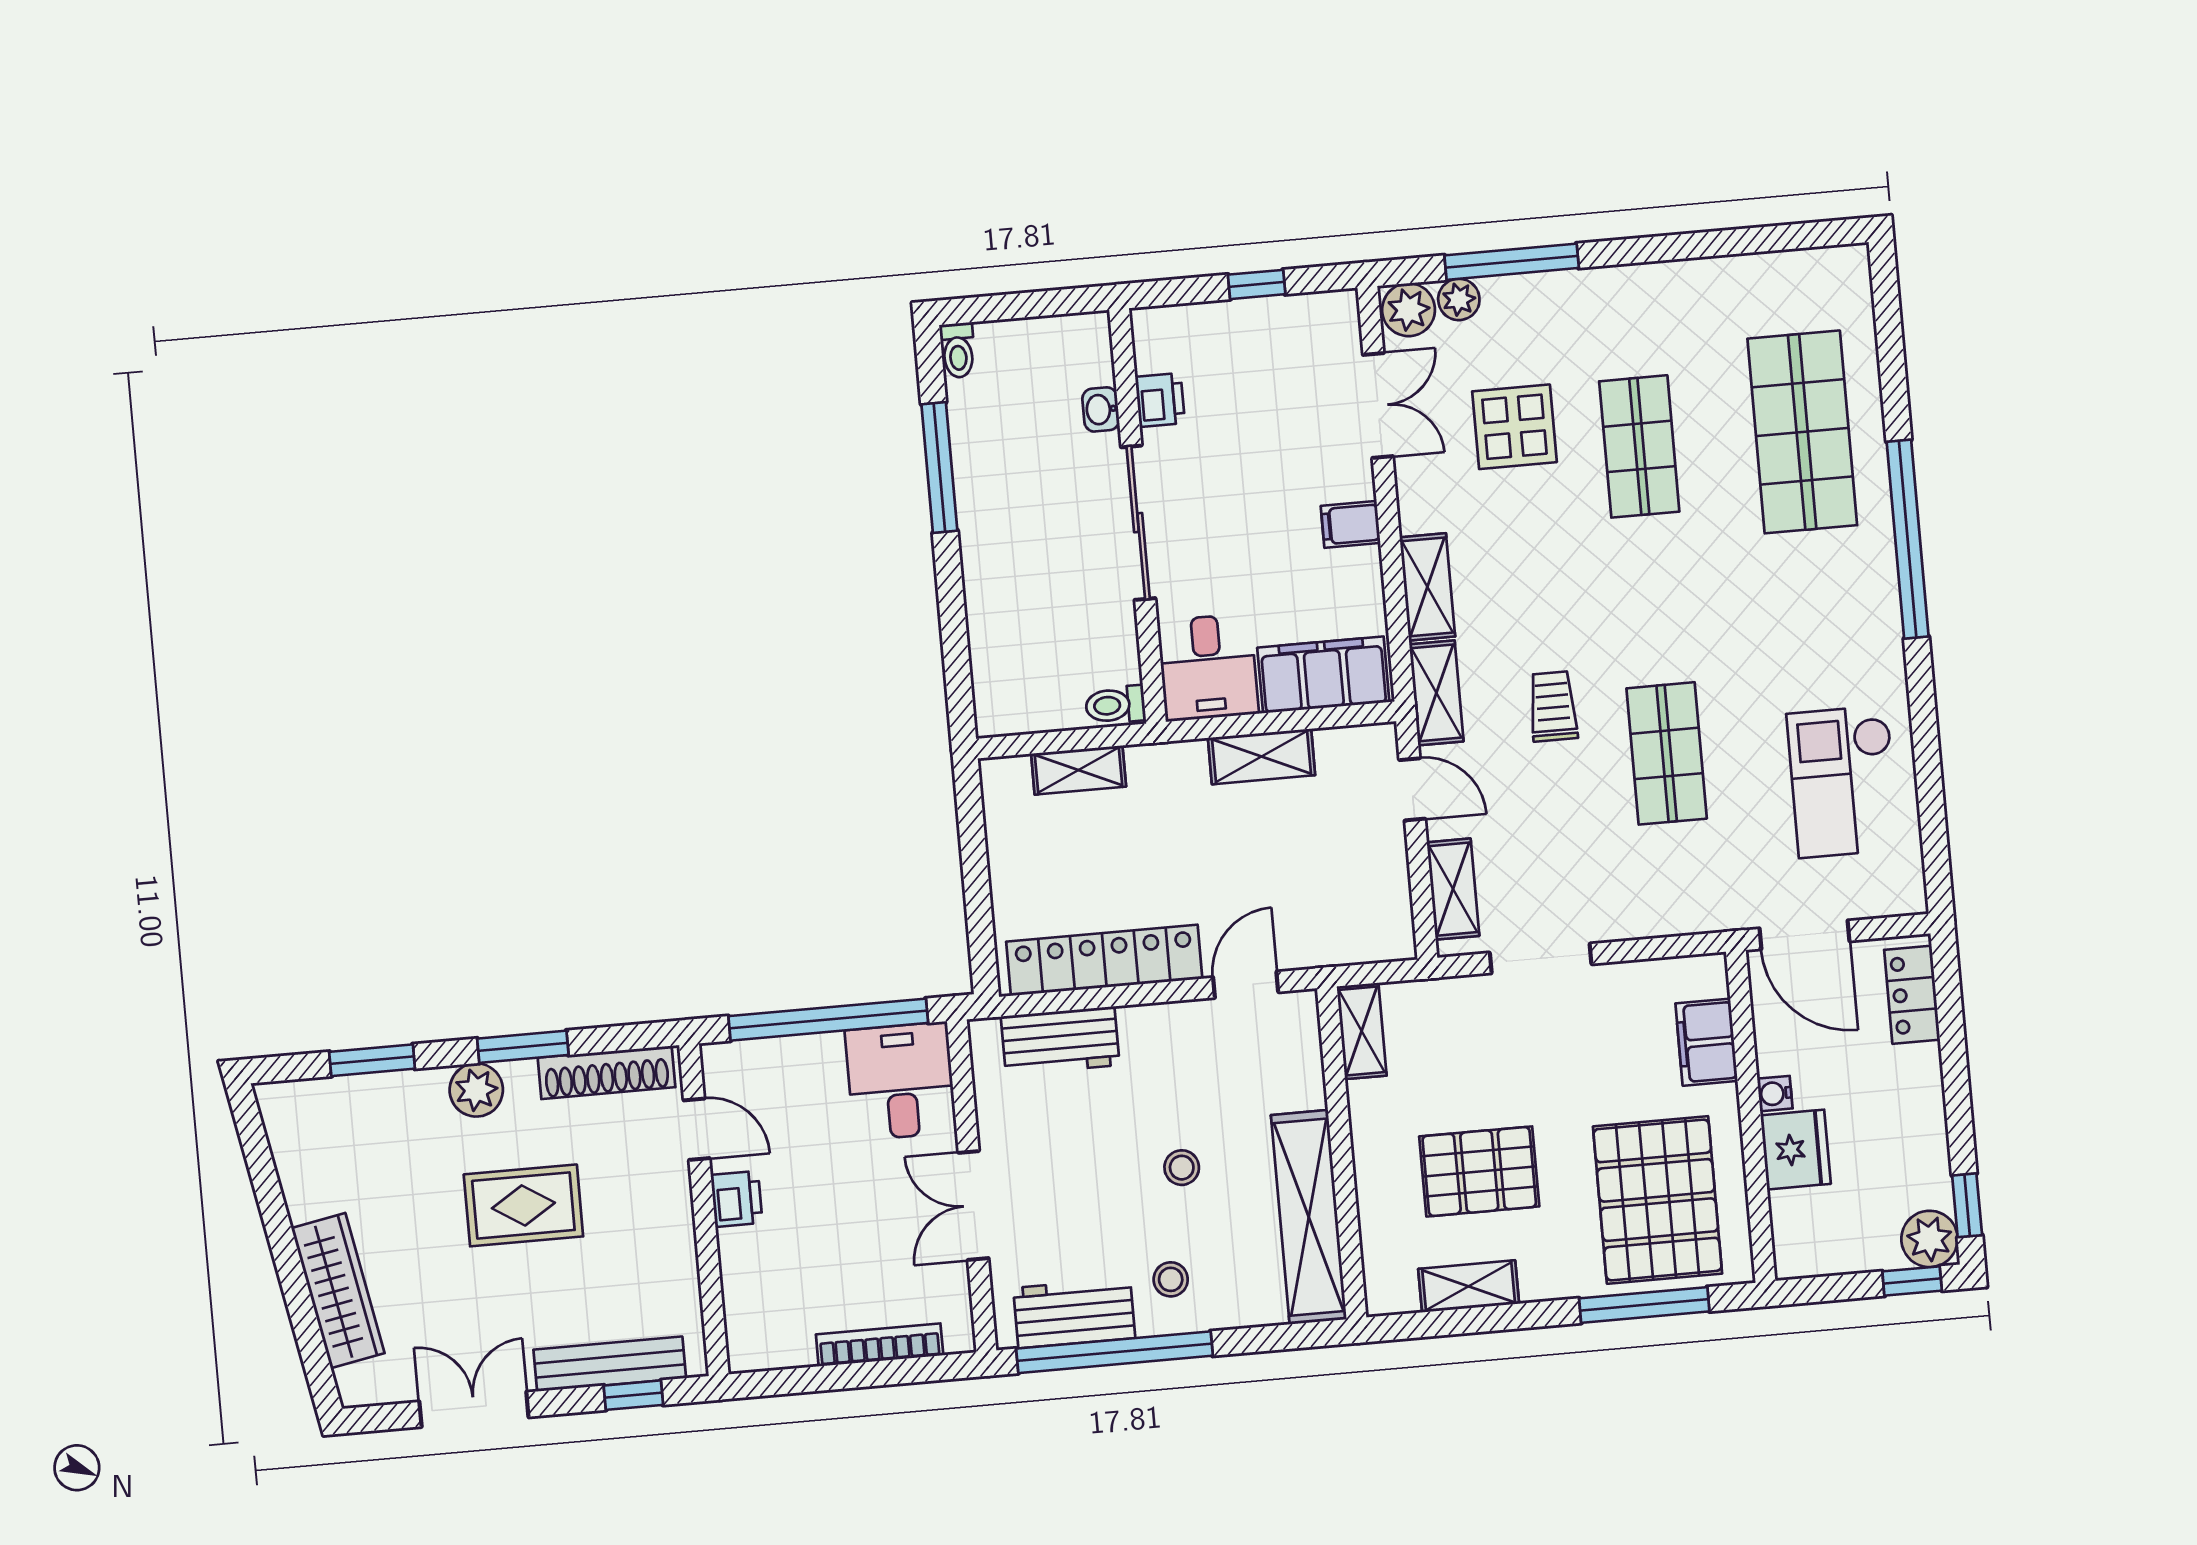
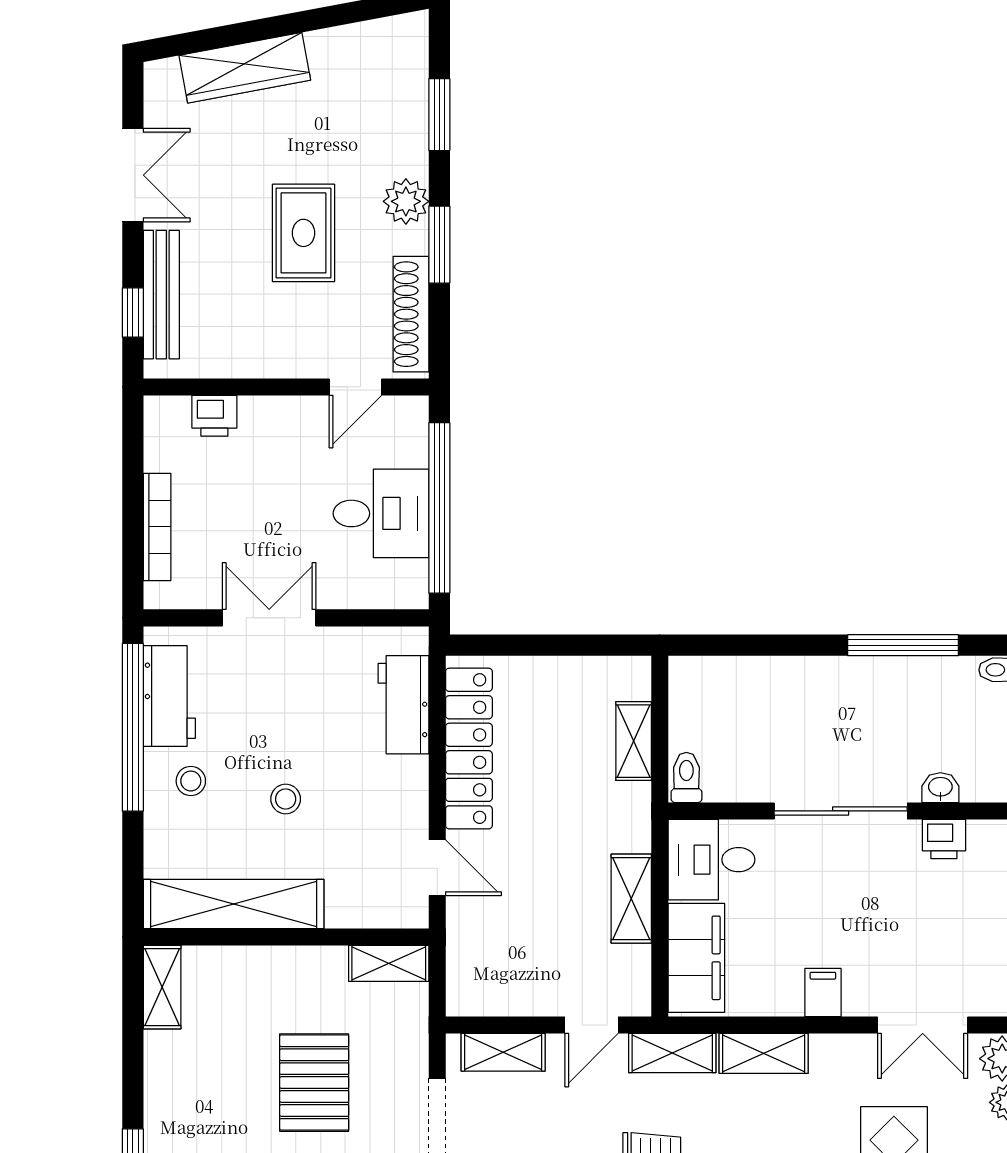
desk: (901, 1081) -> (381, 513), moved
pallet: (1479, 1171) -> (314, 1083), moved
printer: (737, 1199) -> (214, 416), moved
shelving: (1469, 1286) -> (162, 987), moved

